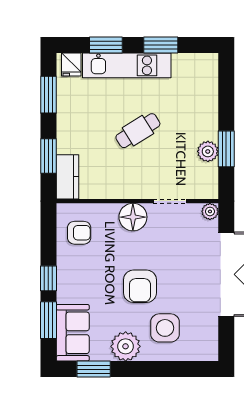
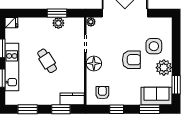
fridge: (71, 64) -> (11, 23), moved
window: (48, 278) -> (117, 109), moved

